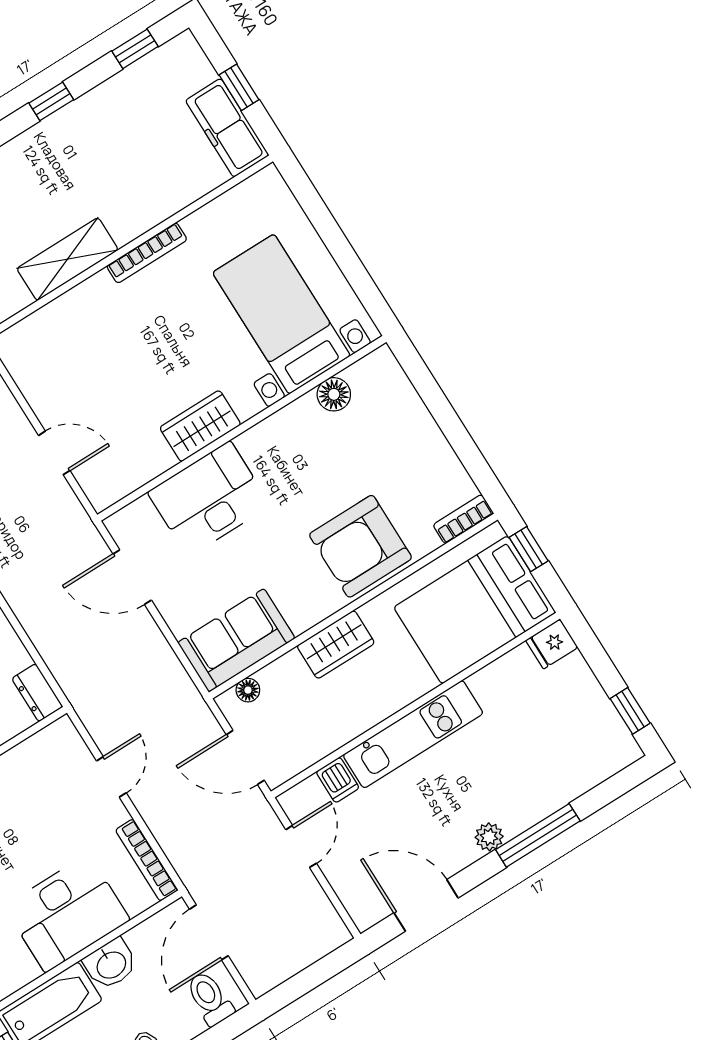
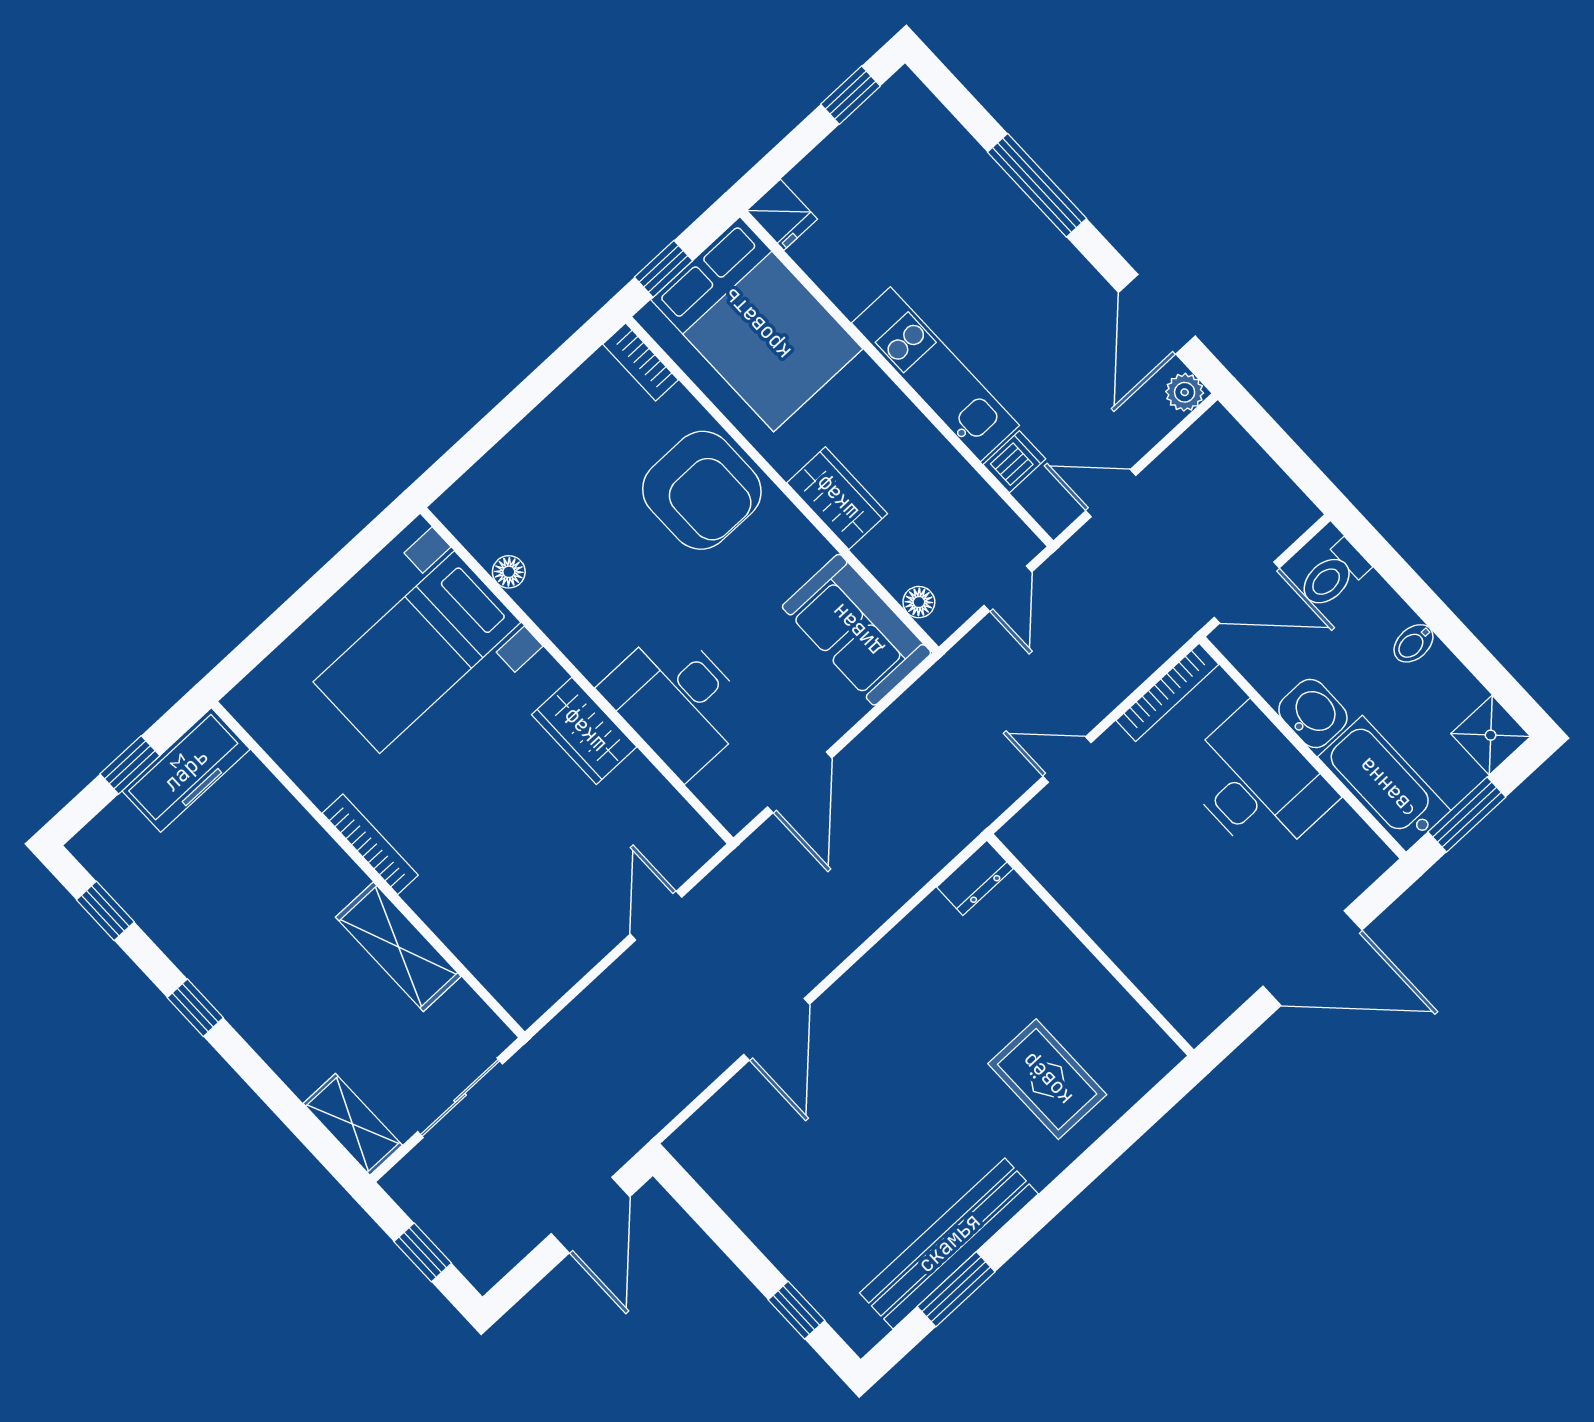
floor lamp: (334, 394) -> (509, 572), width x0.73, depth x0.73
door: (245, 757) -> (1008, 589), width x0.73
plant: (489, 837) -> (1185, 392), moved

